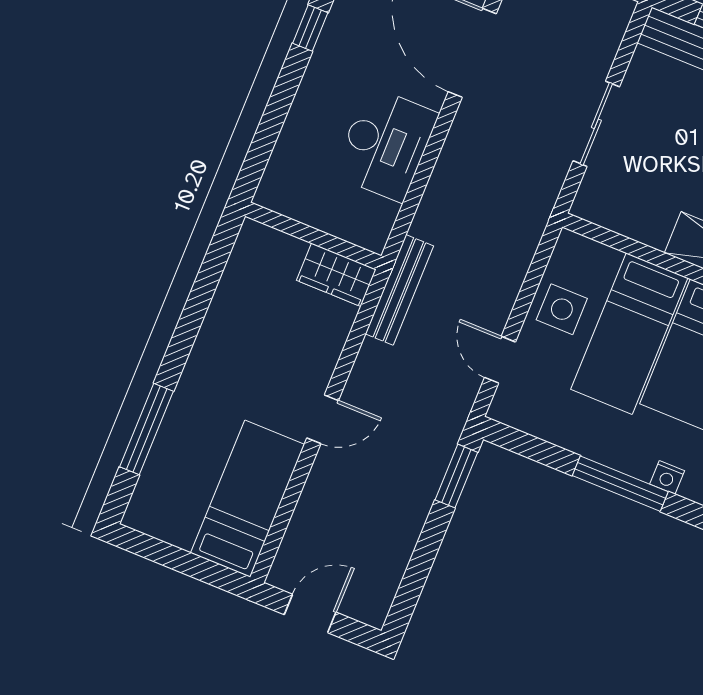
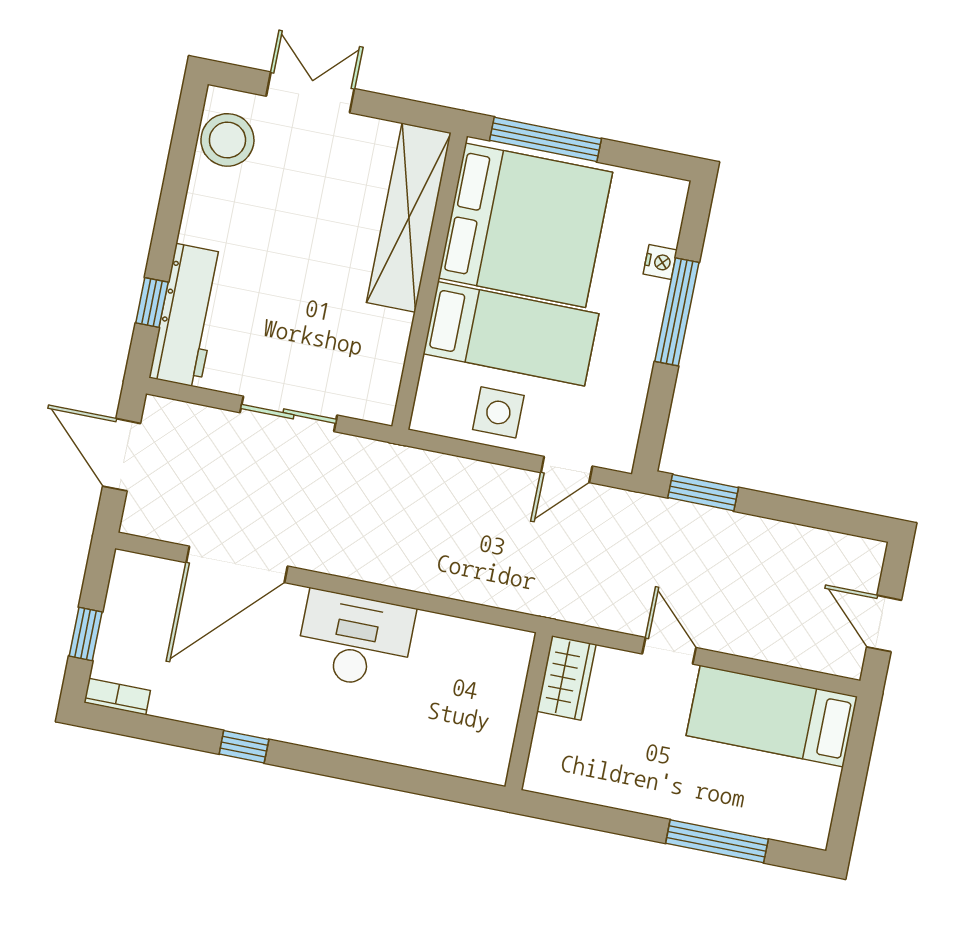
wall: (313, 236) -> (529, 711), moved
wardrobe: (336, 275) -> (566, 678), moved
bench: (399, 290) -> (512, 594), removed

